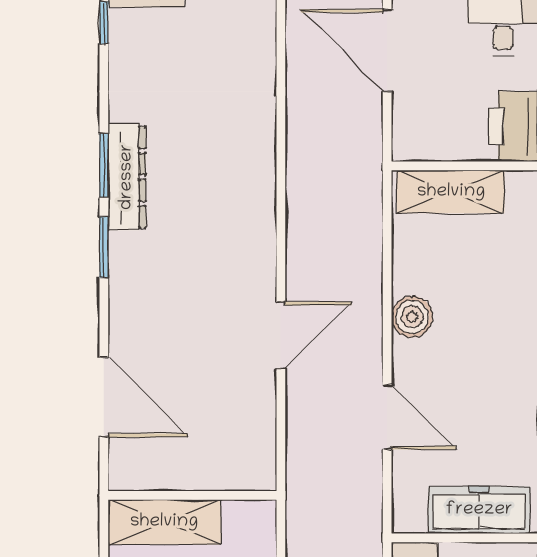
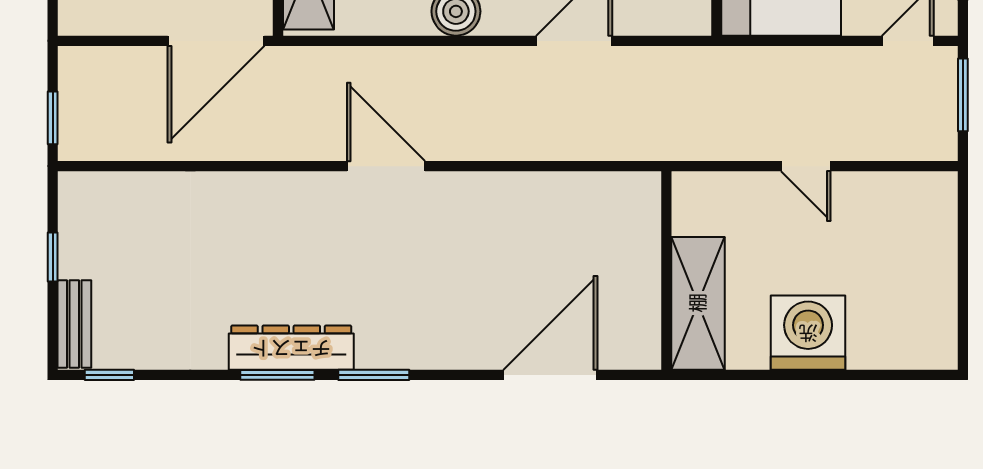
door: (387, 50) -> (216, 41), moved
door: (281, 335) -> (386, 166), moved

